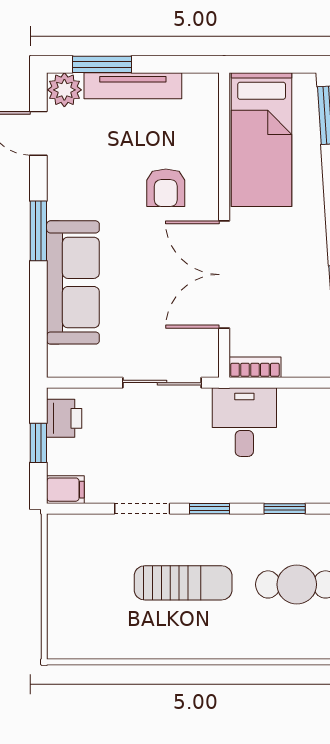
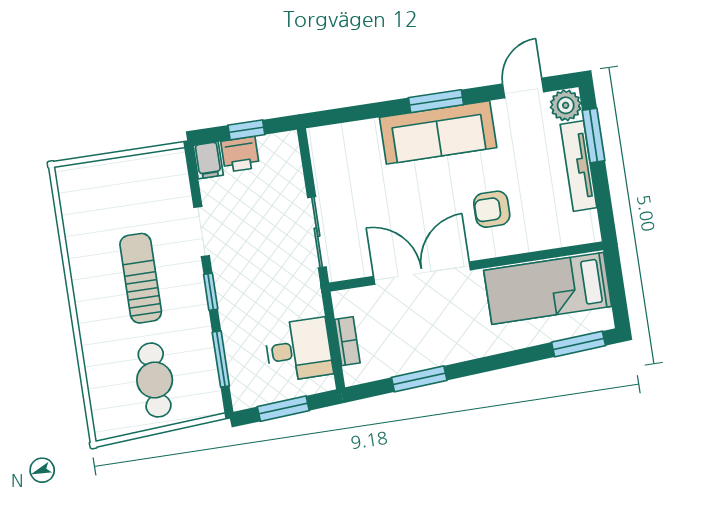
sofa: (73, 282) -> (438, 132), moved
bookcase: (255, 367) -> (347, 341), moved
printer: (64, 418) -> (240, 154), moved
desk: (244, 422) -> (299, 350), moved
window: (285, 509) -> (221, 359), width x1.50
sun lounger: (183, 583) -> (141, 278), turned 180

